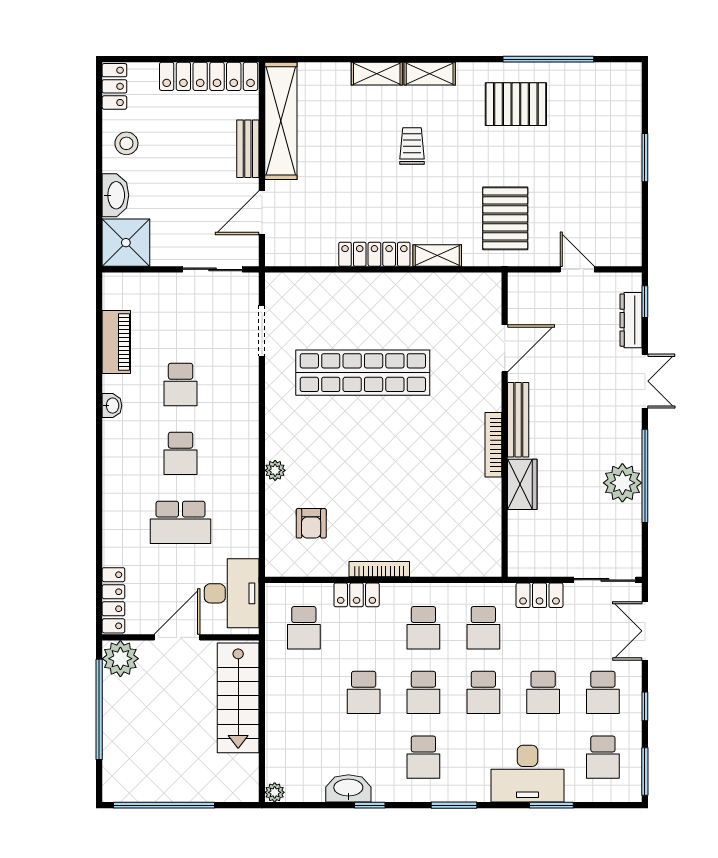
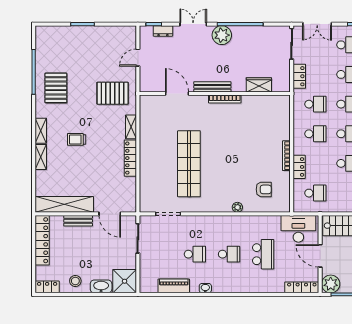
dresser: (631, 320) -> (163, 31), width x0.70
plant: (622, 483) -> (222, 35), moved
wardrobe: (522, 484) -> (259, 85), moved

